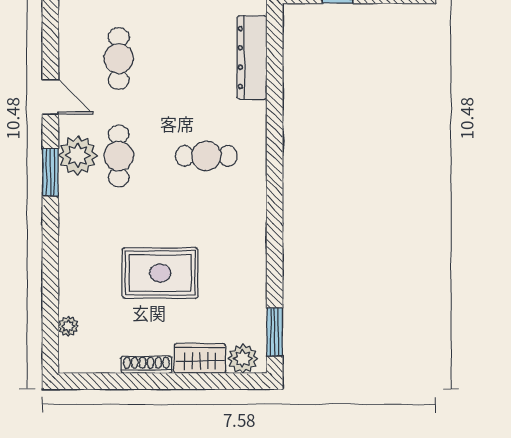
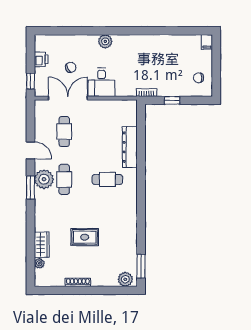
dresser: (252, 58) -> (130, 147), moved
rug: (160, 273) -> (85, 237), width x0.73, depth x0.70
wardrobe: (200, 358) -> (42, 245), moved, turned 90

